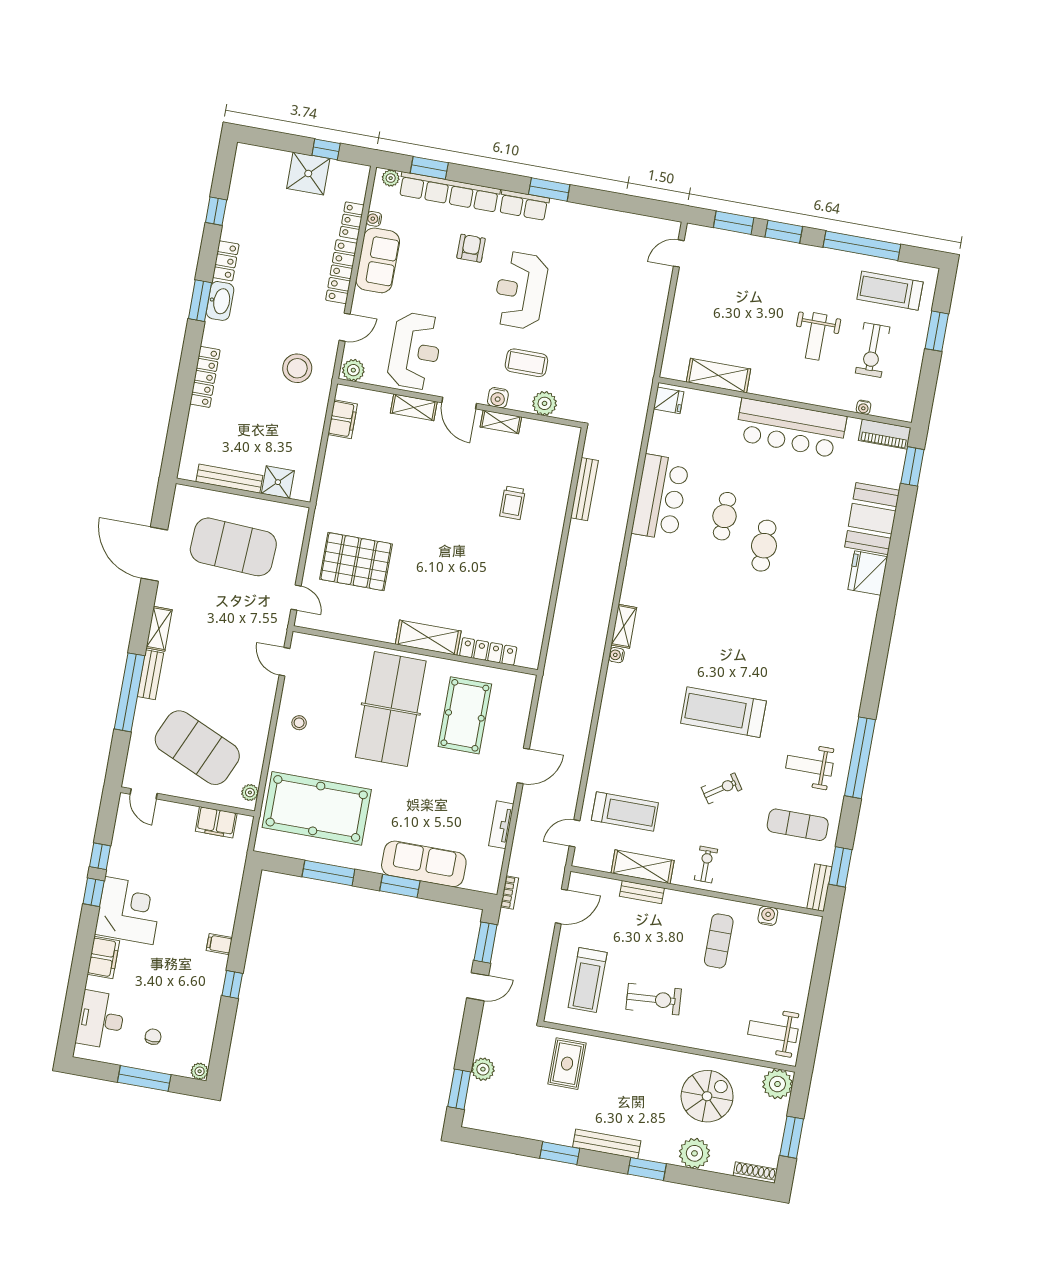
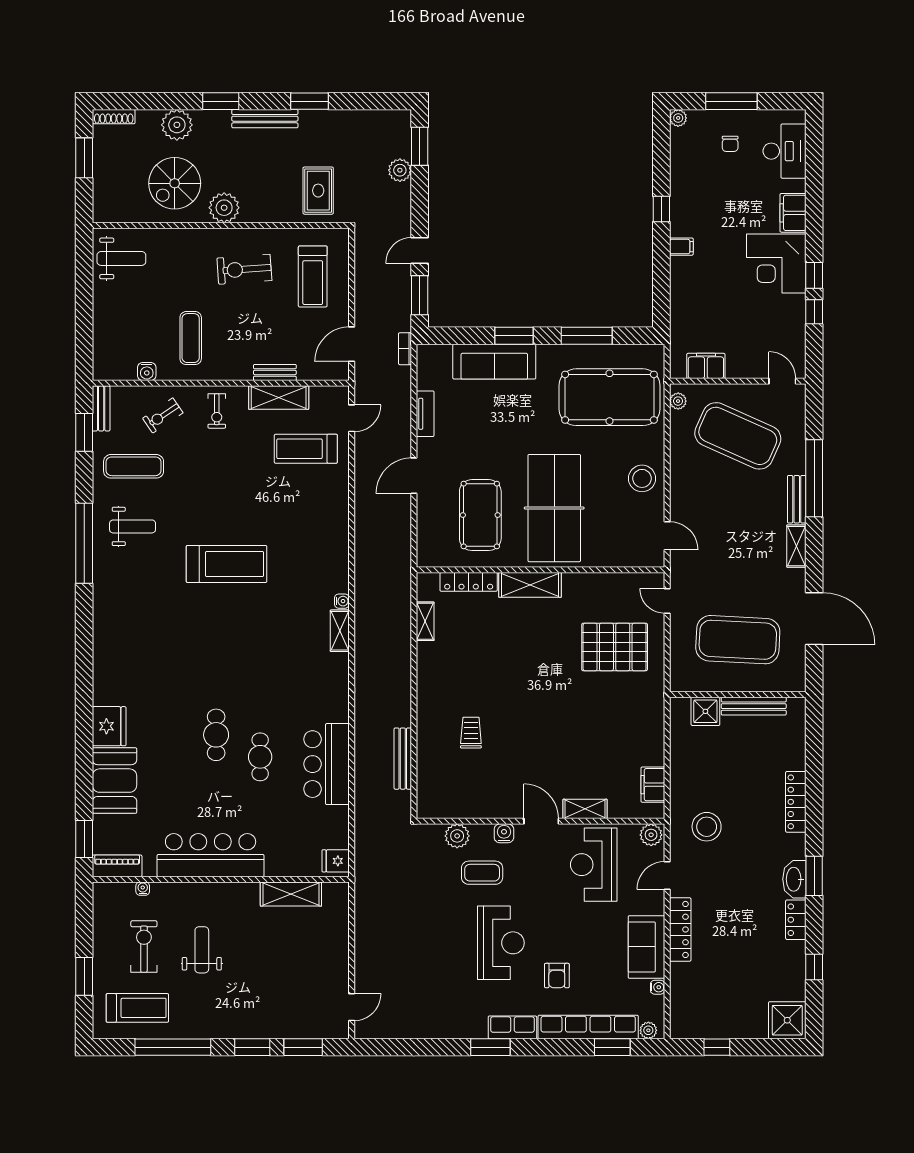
shower: (308, 174) -> (787, 1020), moved
locker: (352, 221) -> (679, 982), removed
shelving: (501, 422) -> (425, 621), moved, turned 90
stool: (299, 723) -> (642, 478), width x1.89, depth x1.89
exercise bike: (722, 788) -> (163, 416), moved
treadmill: (588, 980) -> (313, 276), turned 180
plant: (777, 1084) -> (224, 208), moved

